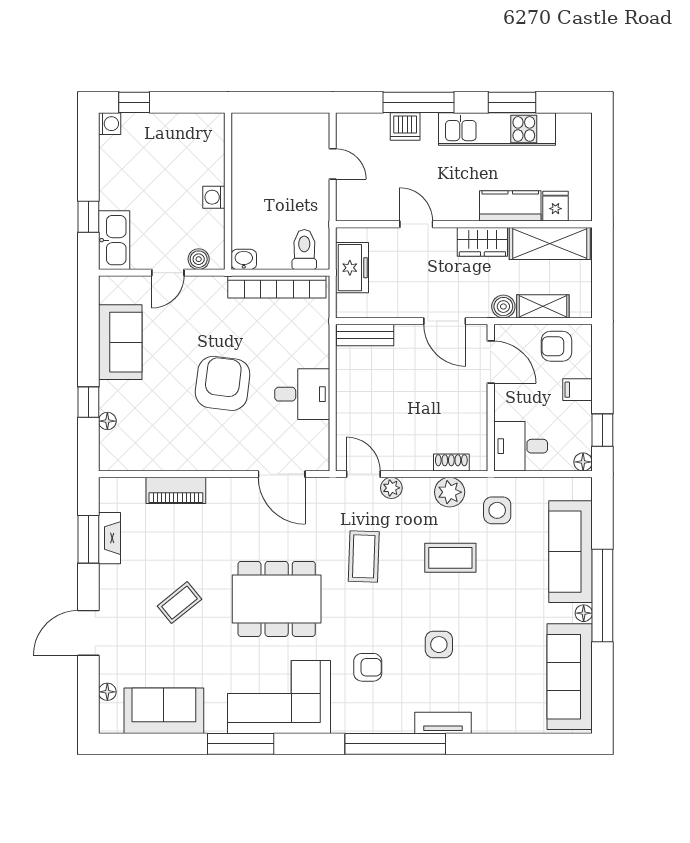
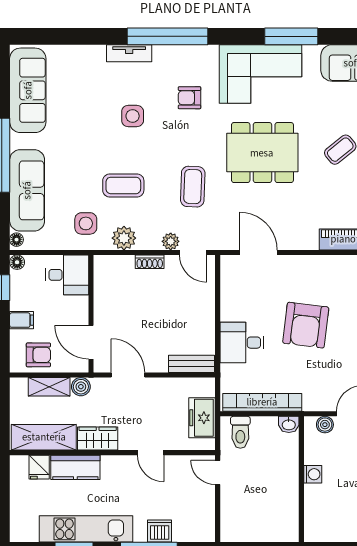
door: (333, 164) -> (218, 472), moved
desk: (302, 394) -> (242, 343), moved
shoe rack: (451, 462) -> (150, 262), moved
floor lamp: (584, 613) -> (17, 240), moved

